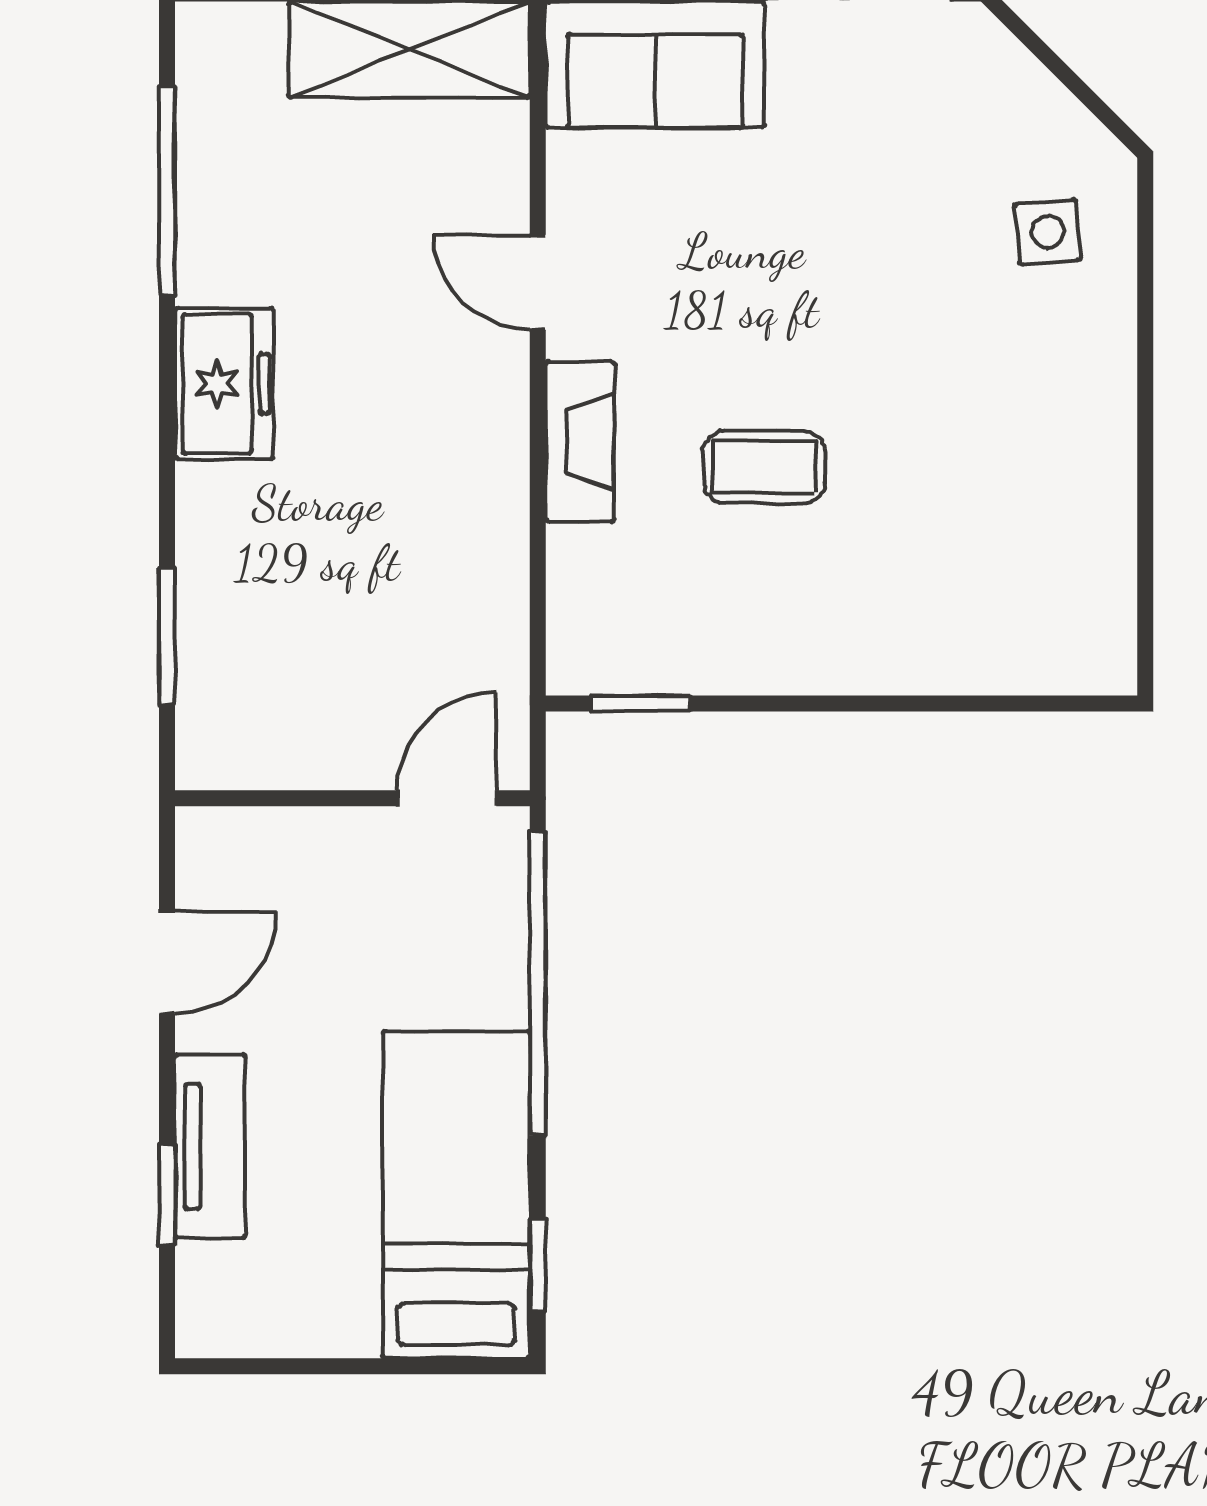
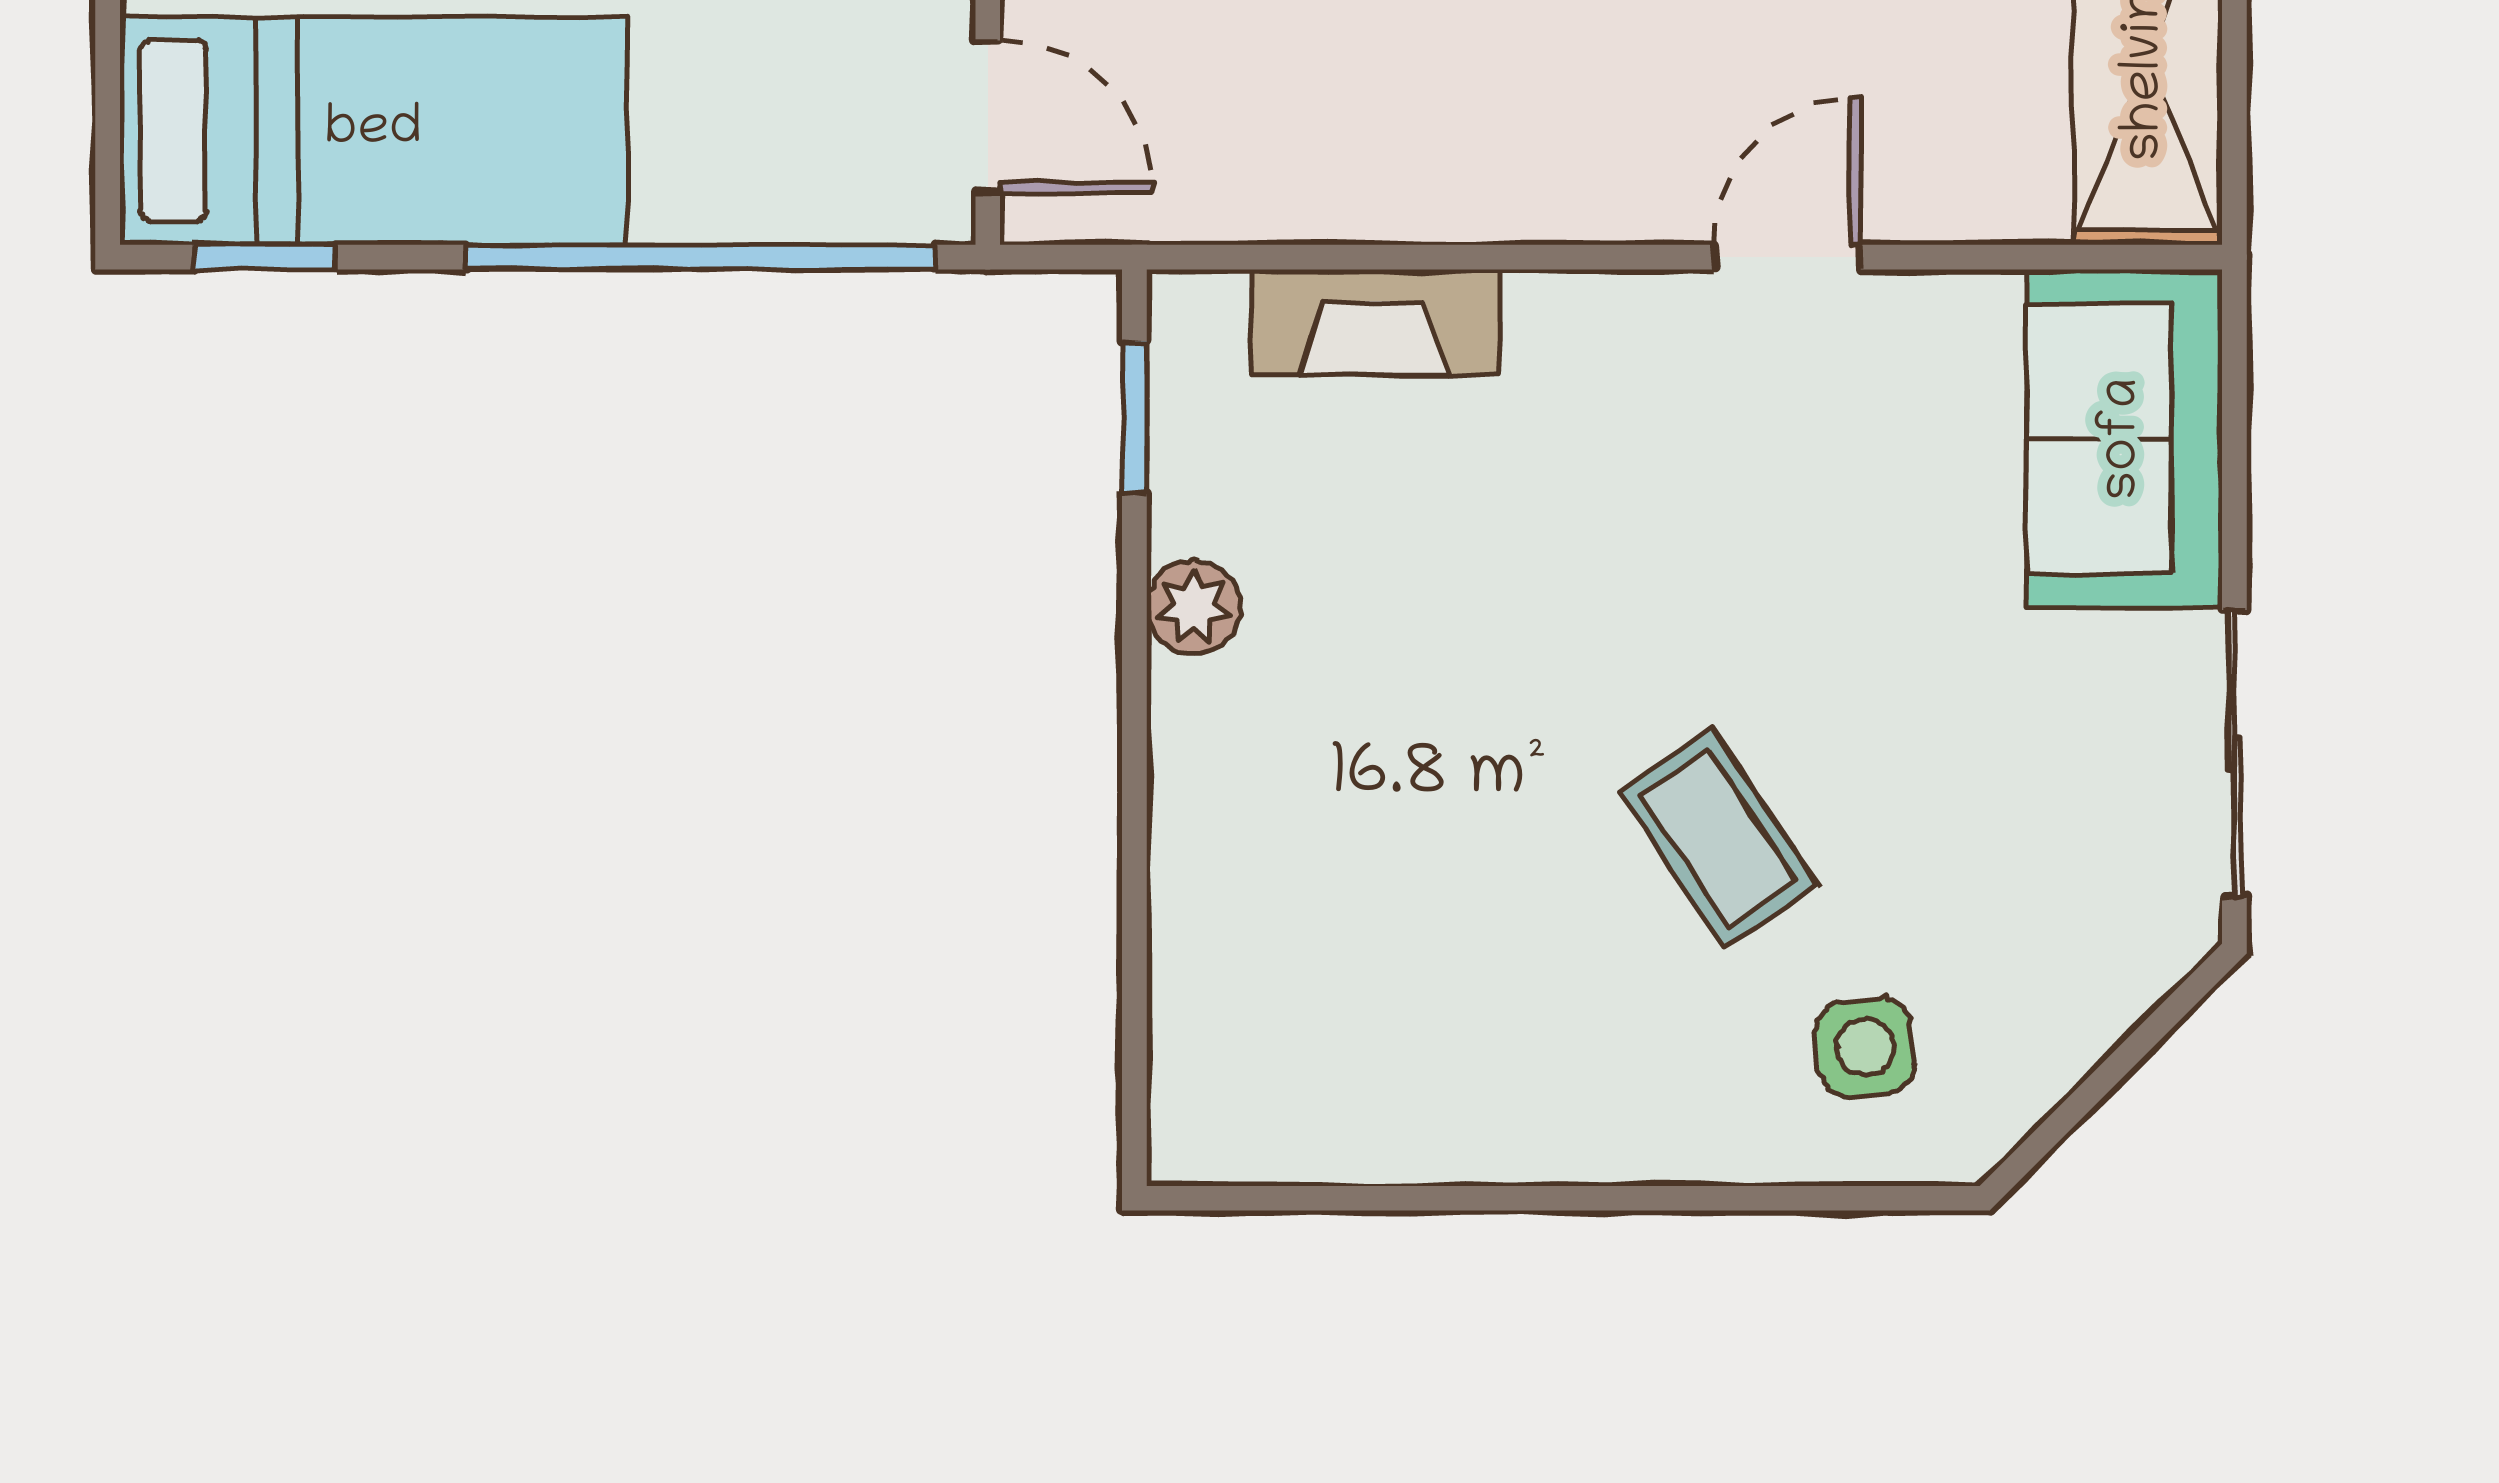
fireplace: (580, 441) -> (1375, 322), moved
coffee table: (764, 467) -> (1719, 838), moved, turned -34
plant: (764, 665) -> (1194, 607), added

